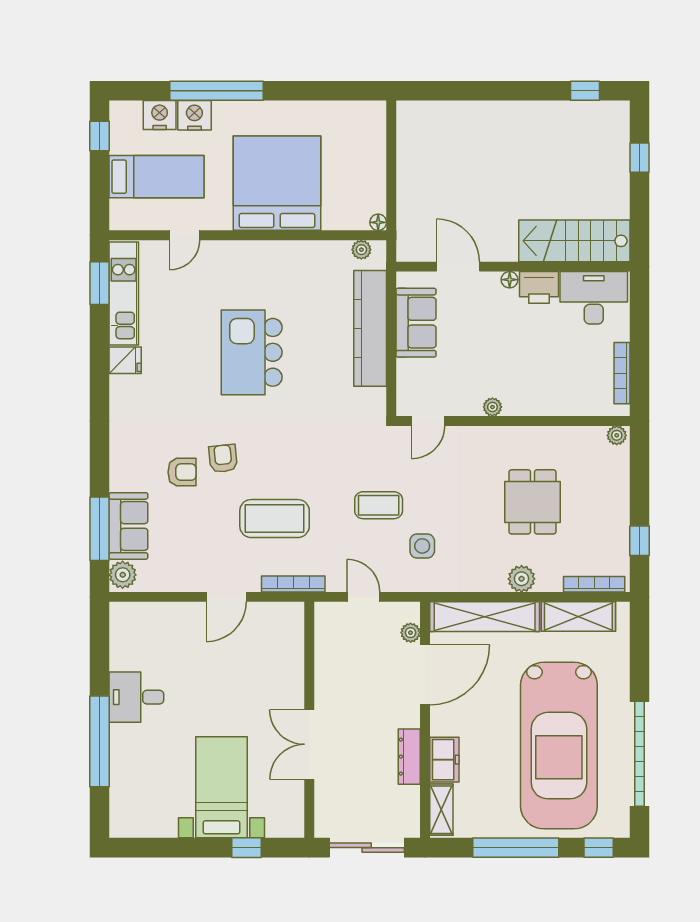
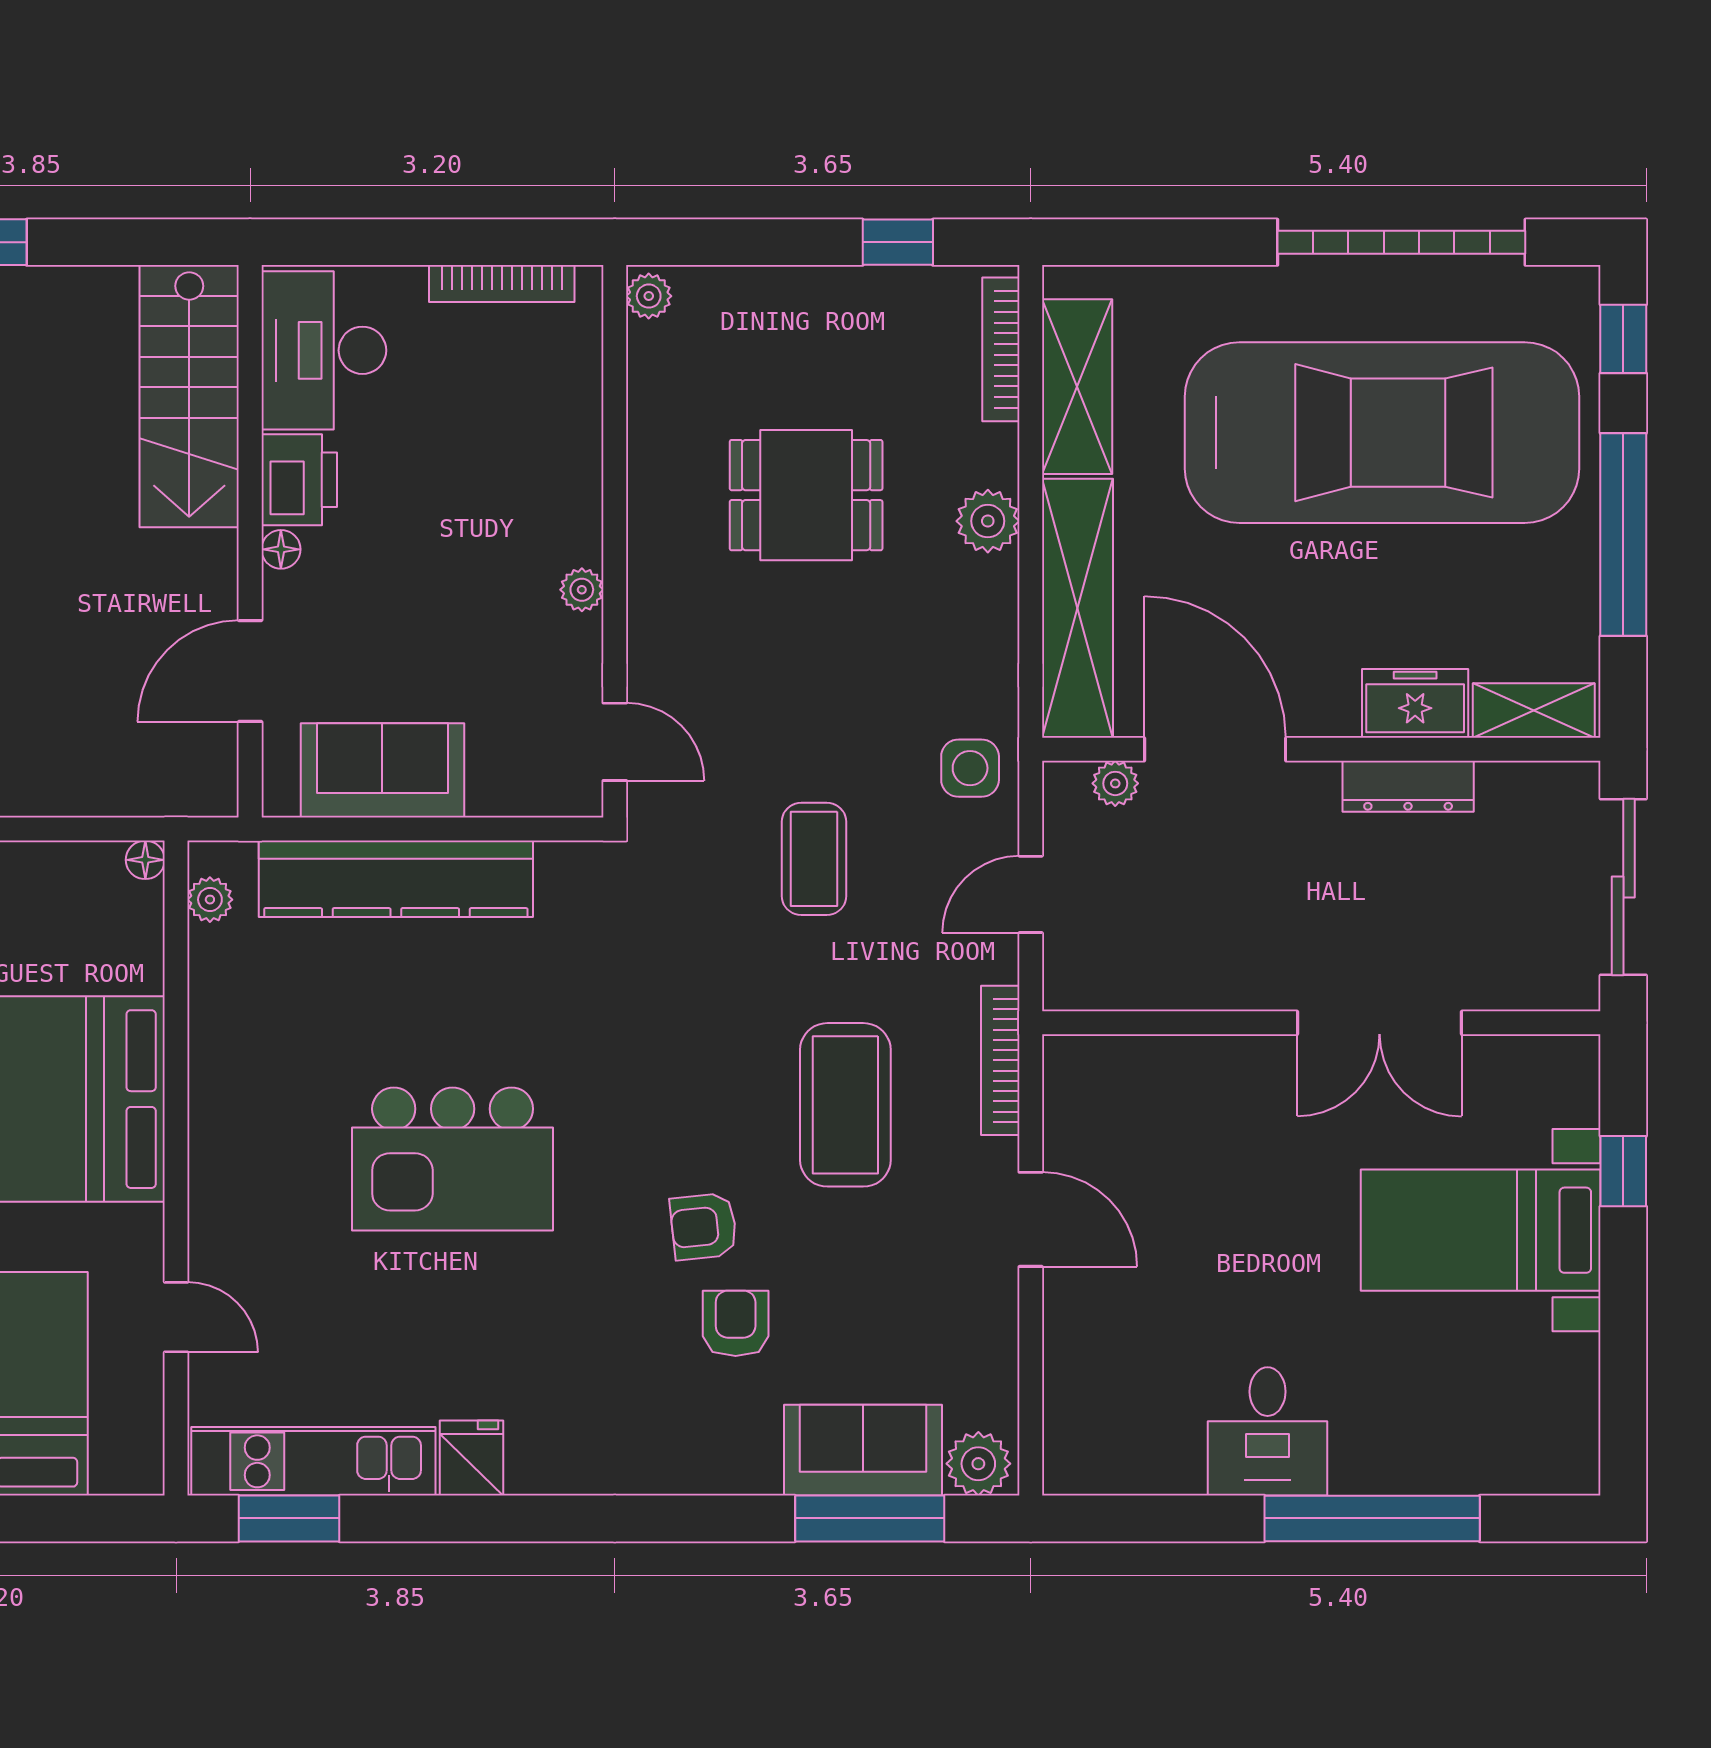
side table: (422, 546) -> (970, 768), moved

